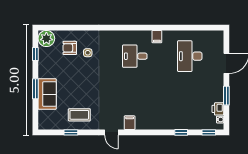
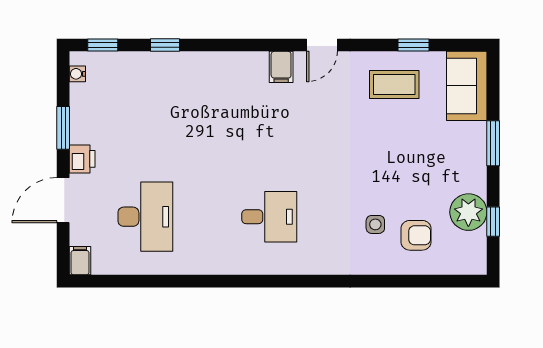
filing cabinet: (157, 37) -> (80, 261), moved
plant: (46, 38) -> (468, 212), moved
sofa: (47, 94) -> (467, 86), moved
printer: (218, 109) -> (82, 159), moved
door: (111, 132) -> (322, 45), swing flipped

